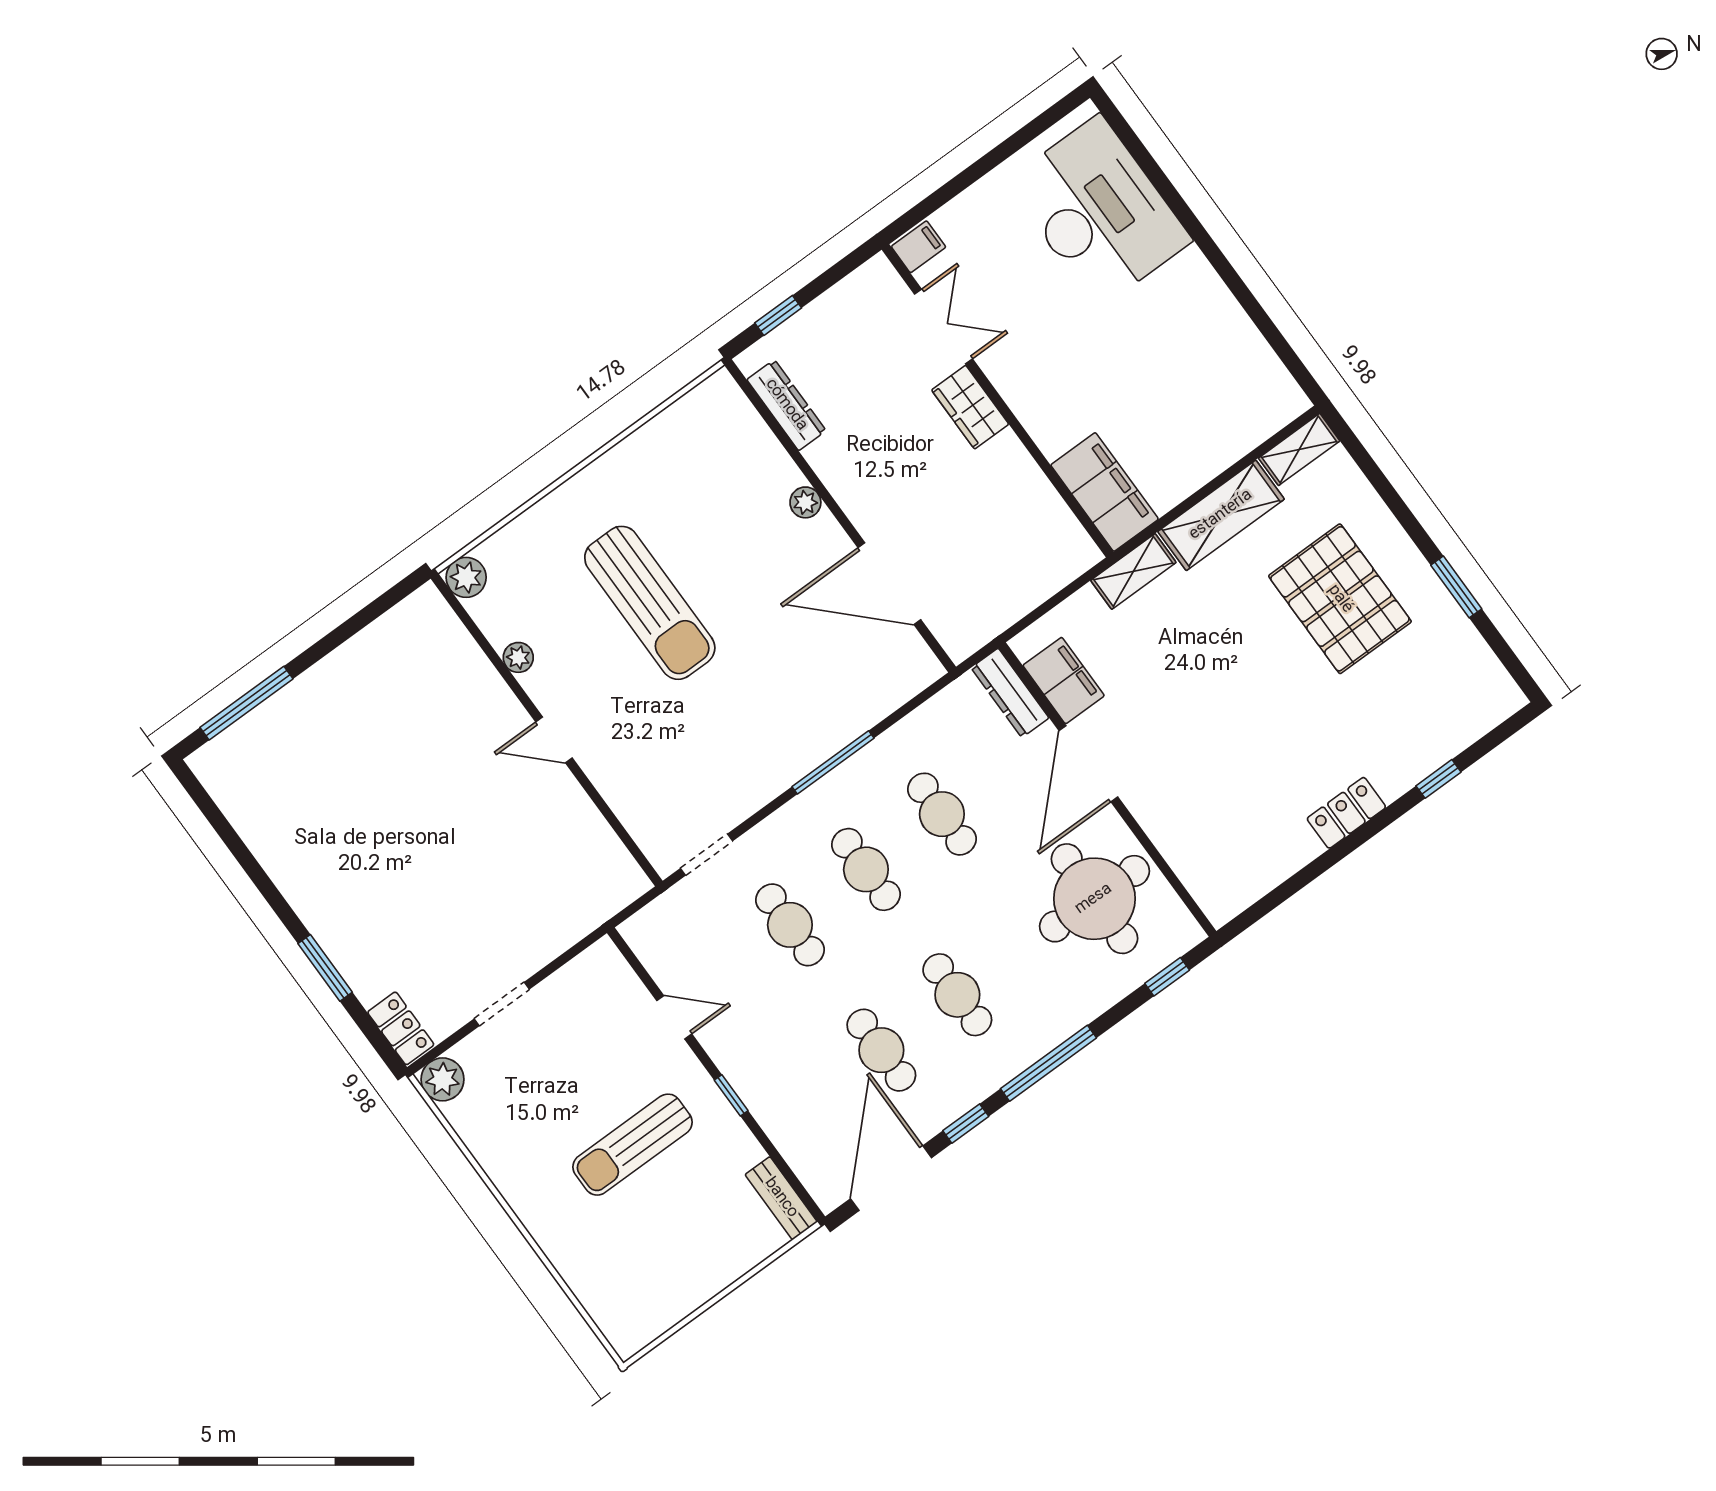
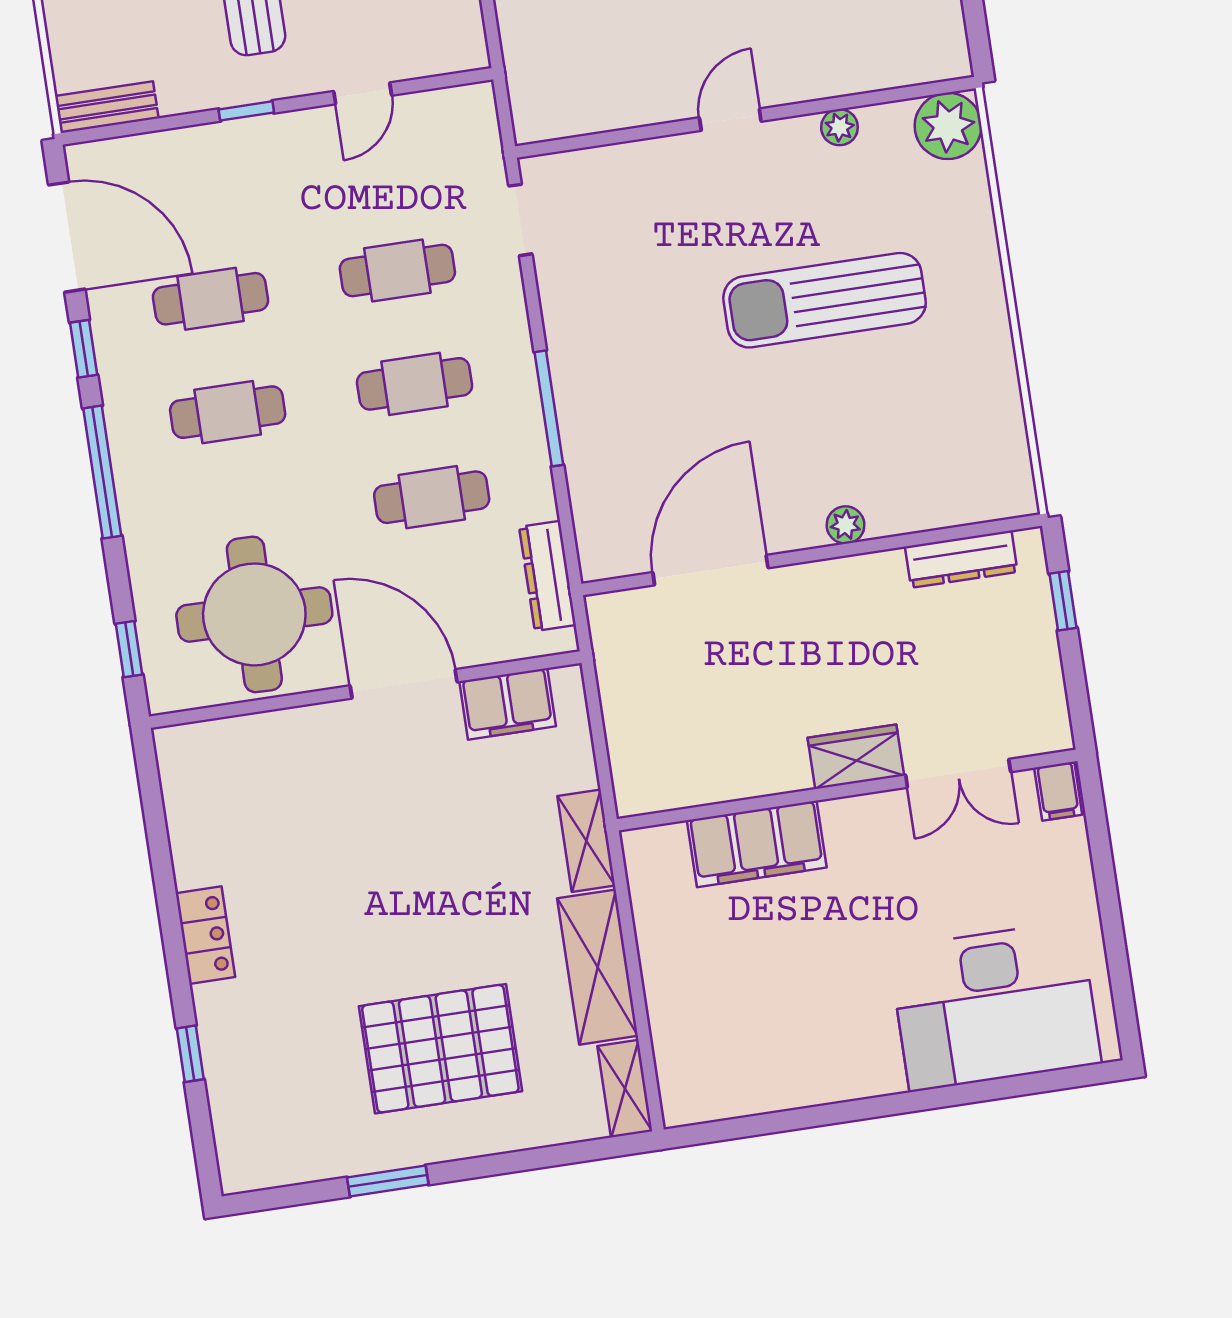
filing cabinet: (1105, 492) -> (757, 844), moved
plant: (466, 577) -> (948, 126), width x1.36, depth x1.36
dresser: (1010, 693) -> (547, 576), moved, turned -90

